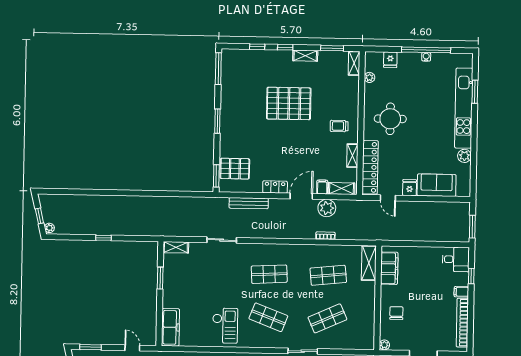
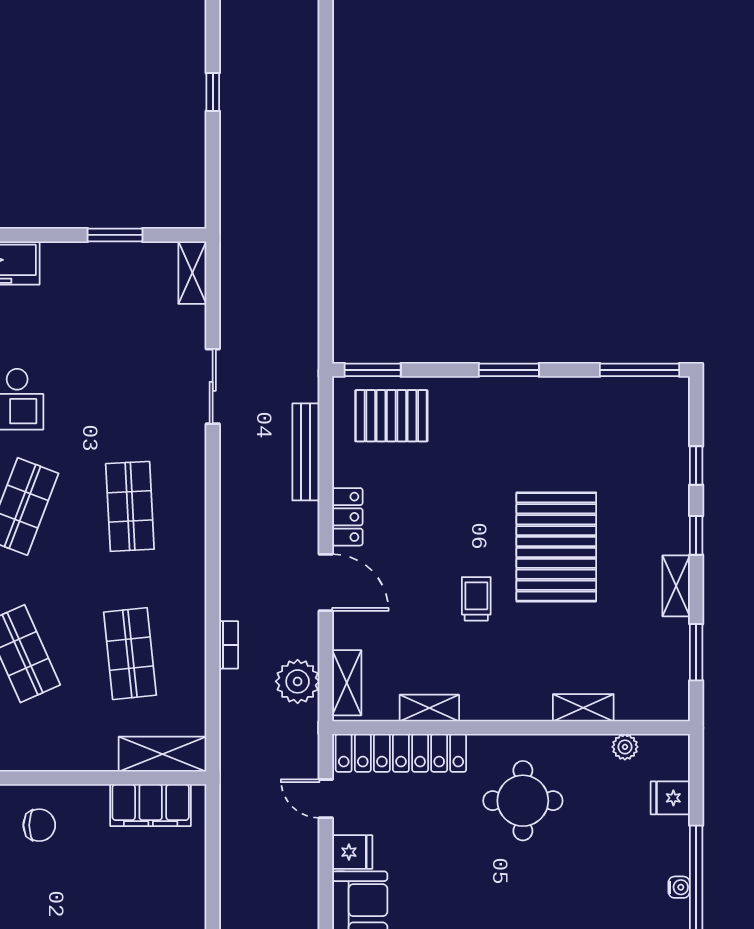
shelving: (354, 63) -> (583, 708), moved
trolley: (339, 126) -> (476, 599), moved
pallet: (235, 169) -> (391, 416), turned 90
filing cabinet: (322, 187) -> (350, 634), removed
door: (388, 198) -> (326, 799), hinge flipped
plant: (327, 208) -> (298, 681), moved

